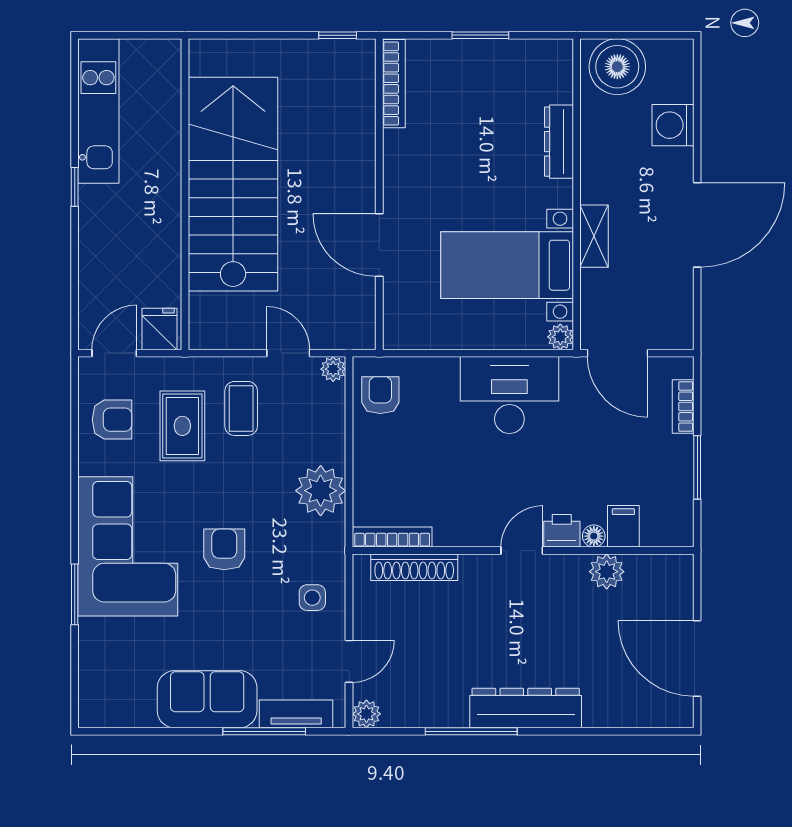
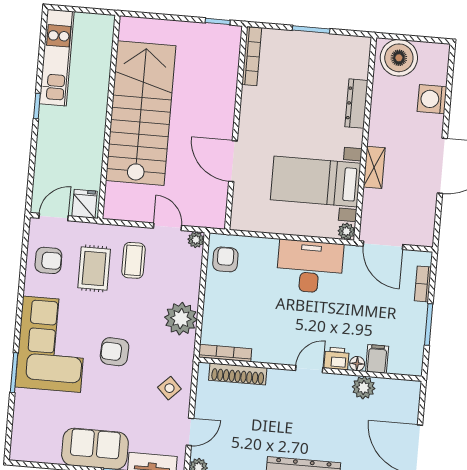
armchair: (224, 549) -> (115, 352), turned -87
side table: (312, 598) -> (169, 388), turned 45

